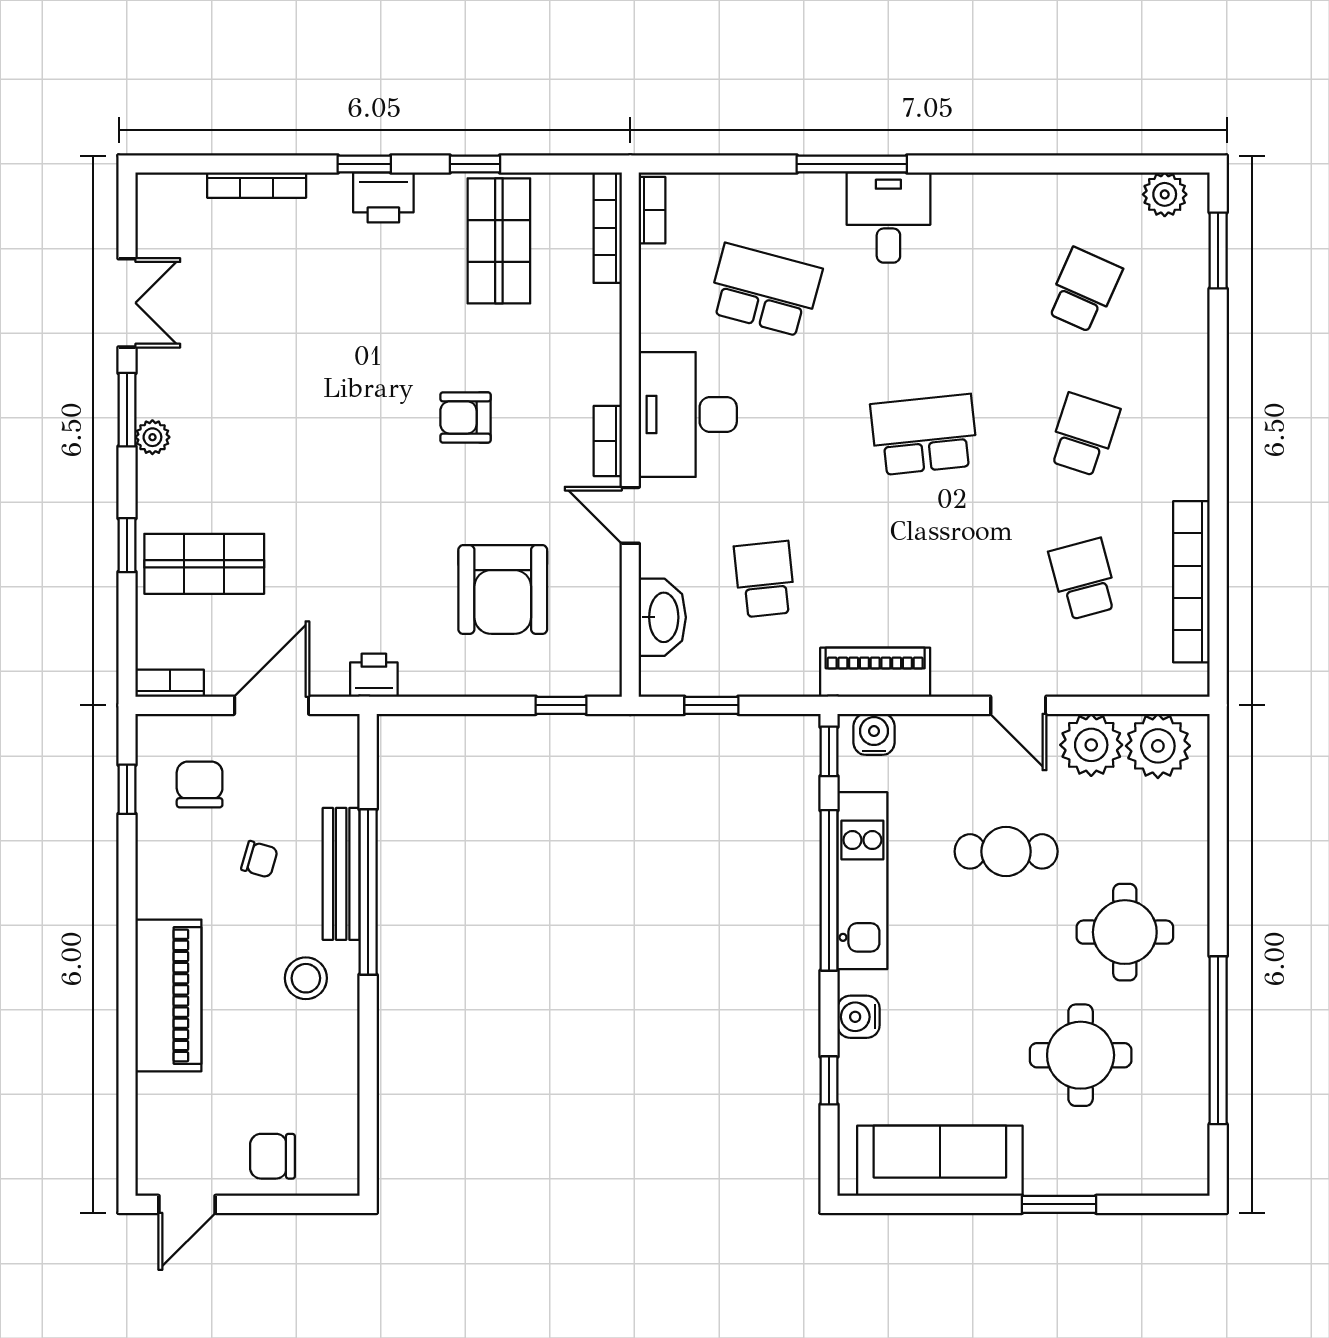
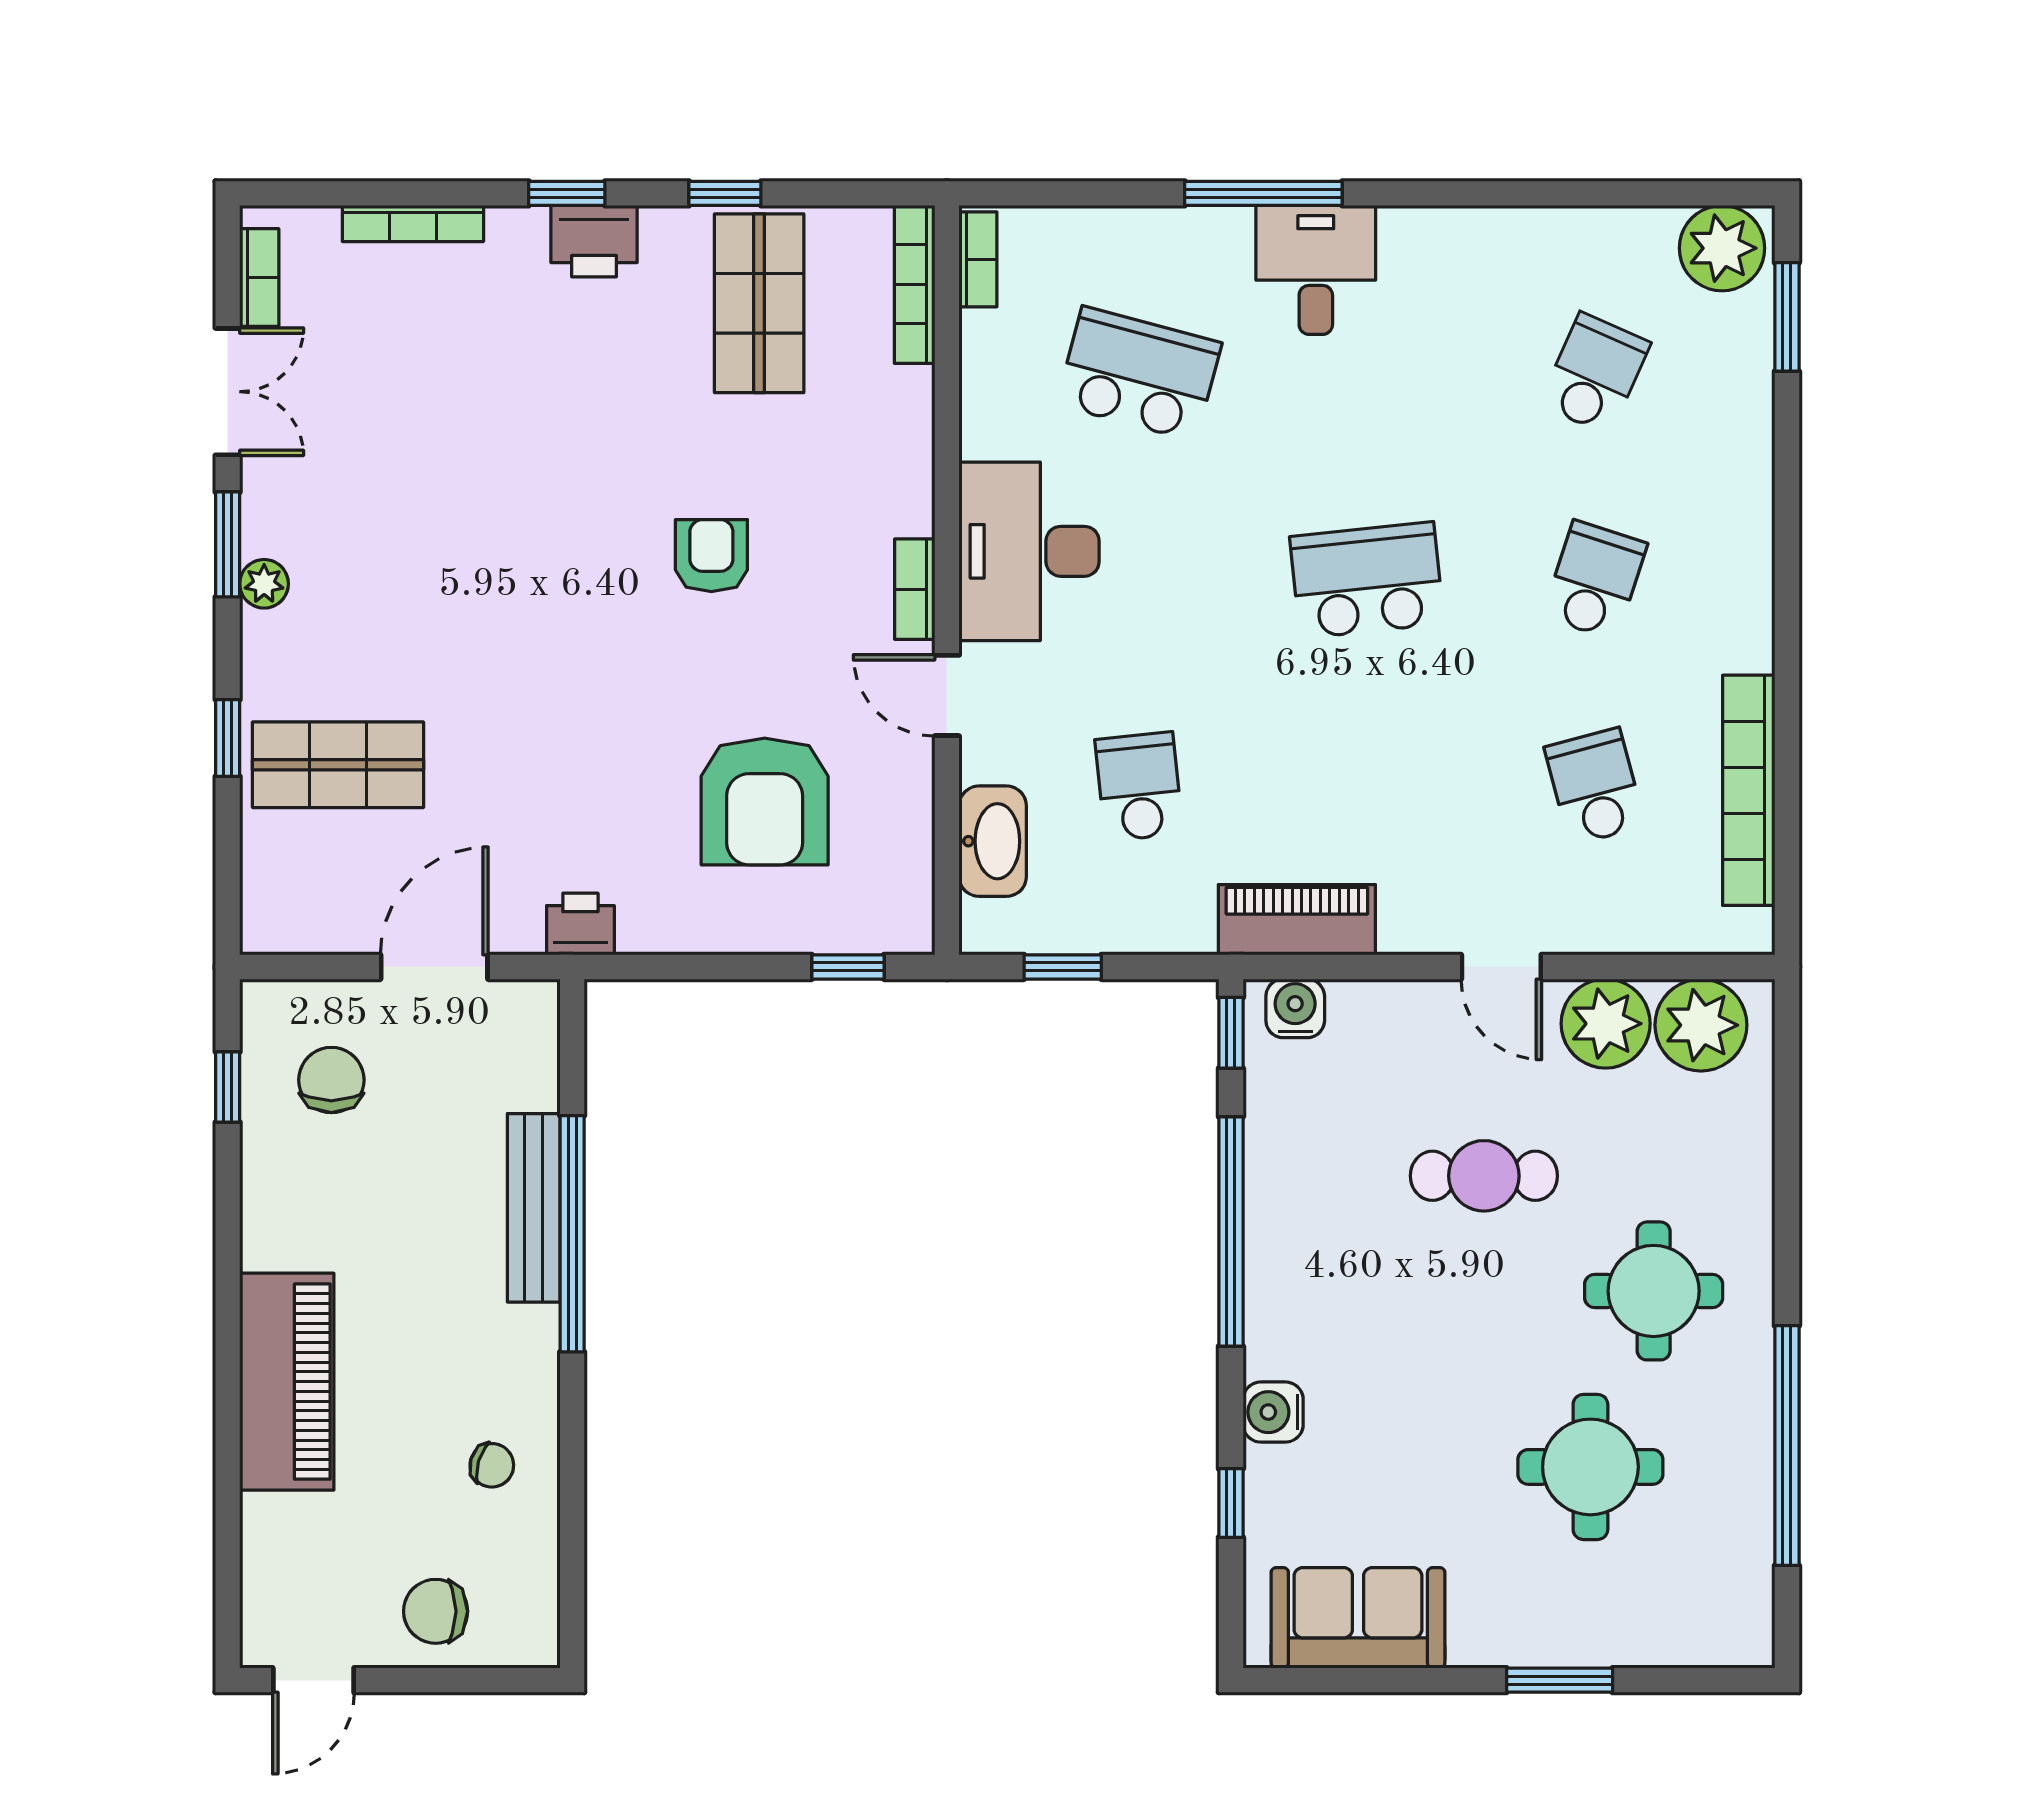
plant: (1165, 194) -> (1722, 248), width x1.36, depth x1.36
armchair: (466, 417) -> (711, 556), turned 90
bookcase: (170, 683) -> (259, 278), moved, turned 90
chair: (259, 859) -> (492, 1465), moved
kitchen unit: (862, 881) -> (1279, 1218), removed
stool: (306, 978) -> (483, 1357), removed
sofa: (940, 1161) -> (1358, 1618), width x0.73

